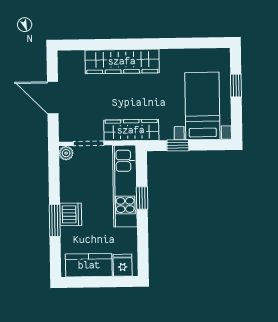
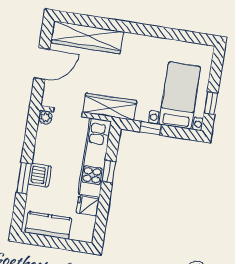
wardrobe: (122, 61) -> (87, 37), moved
window: (236, 86) -> (211, 103), moved
door: (53, 98) -> (42, 64), swing flipped
fridge: (123, 265) -> (88, 206), moved, turned -90

